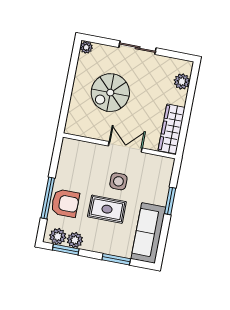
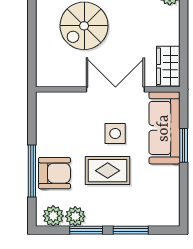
wardrobe: (172, 129) -> (168, 66), width x0.67
double door: (125, 147) -> (115, 89), width x1.37
sofa: (148, 233) -> (164, 128), moved
window: (66, 249) -> (86, 230), moved

